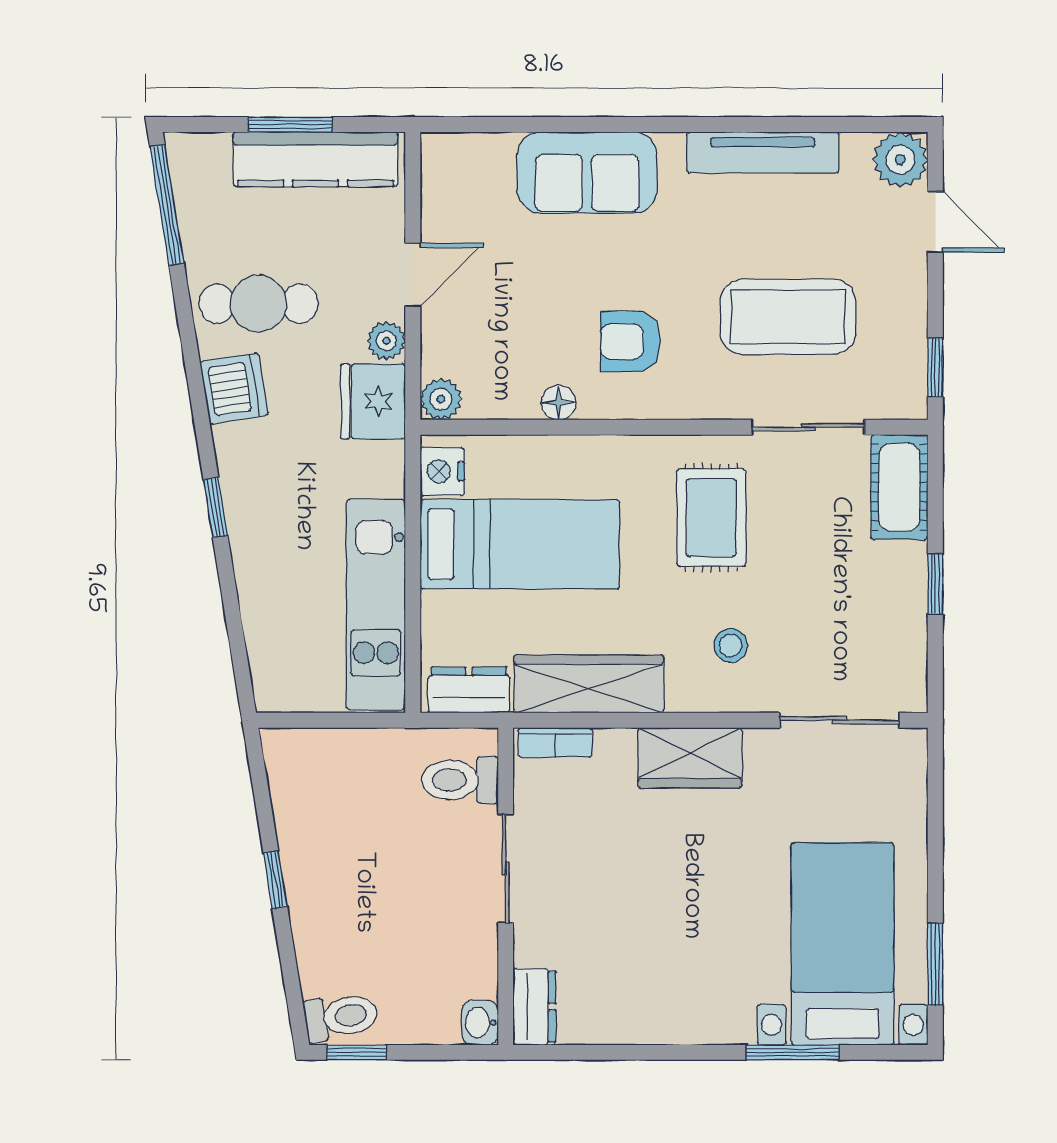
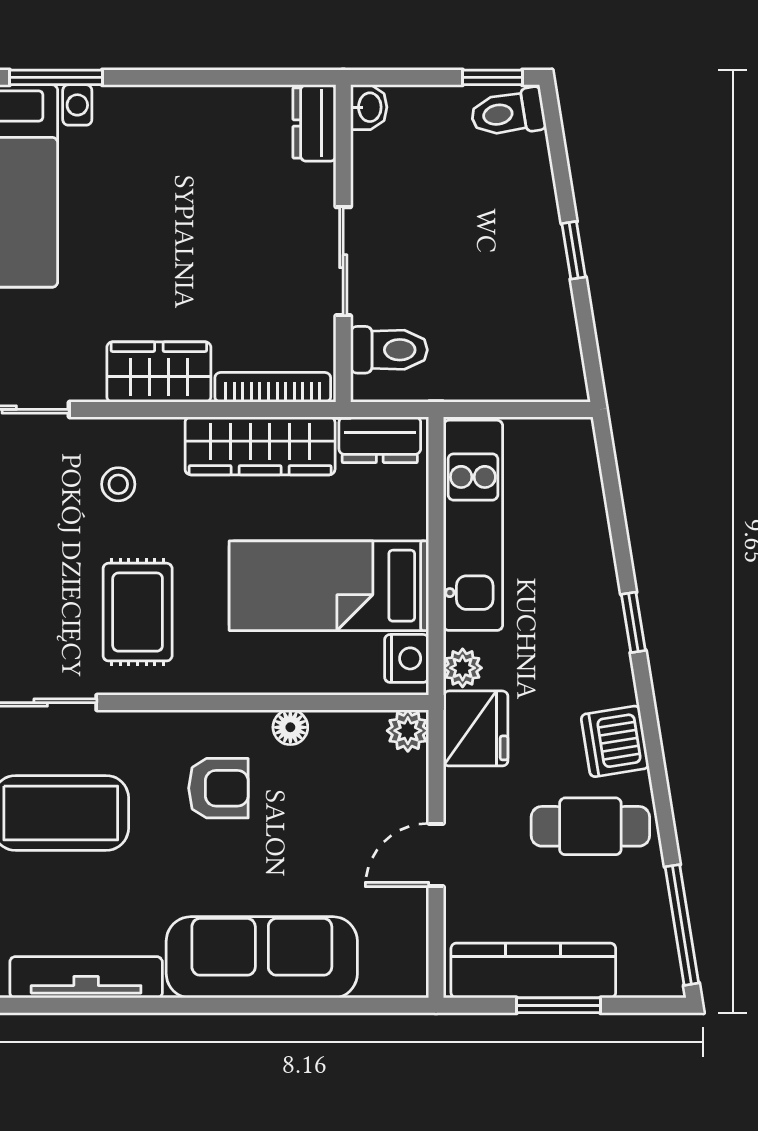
sofa: (587, 172) -> (262, 957), width x1.36
plant: (386, 341) -> (463, 668), moved
bookcase: (555, 742) -> (273, 387), width x1.56

